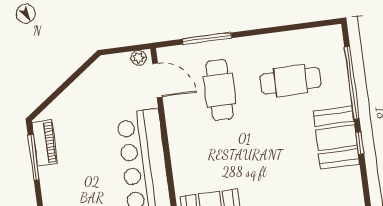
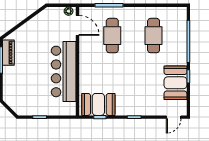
cafe table: (291, 81) -> (154, 36), turned 90
booth: (336, 138) -> (175, 83), moved

